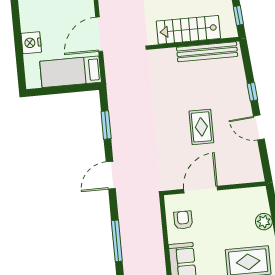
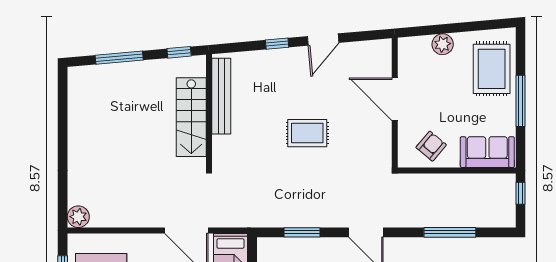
rug: (201, 127) -> (307, 133), moved
door: (201, 190) -> (395, 99), moved
armchair: (183, 220) -> (431, 146), turned 130

